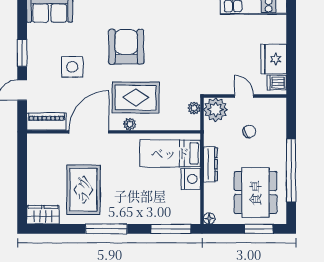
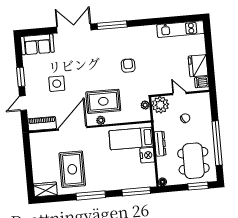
armchair: (126, 47) -> (128, 66), moved, width x0.53, depth x0.53

